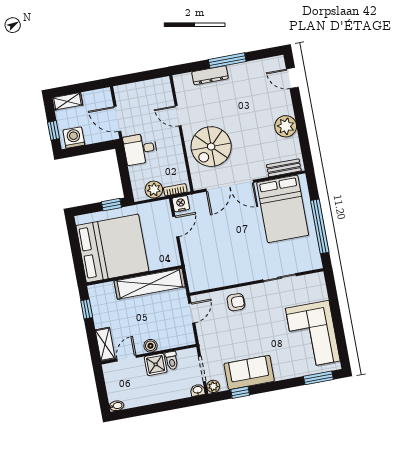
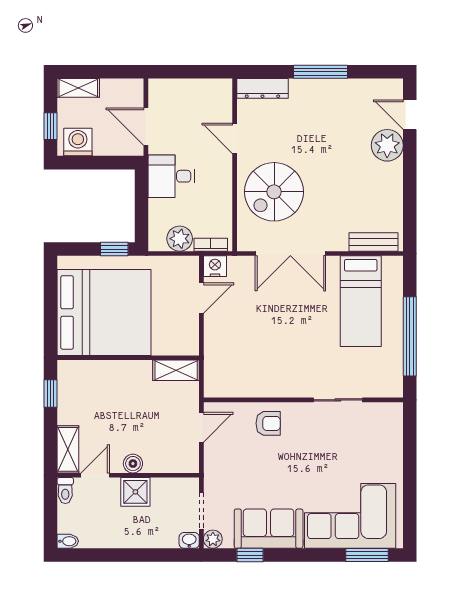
dresser: (210, 75) -> (262, 88), moved
plant: (286, 126) -> (387, 145), moved
bed: (283, 209) -> (361, 301), width x0.67
shelving: (150, 284) -> (176, 370), width x0.45, depth x0.75
corner sofa: (313, 335) -> (350, 516), moved, turned 90
toilet: (172, 360) -> (65, 491), moved

